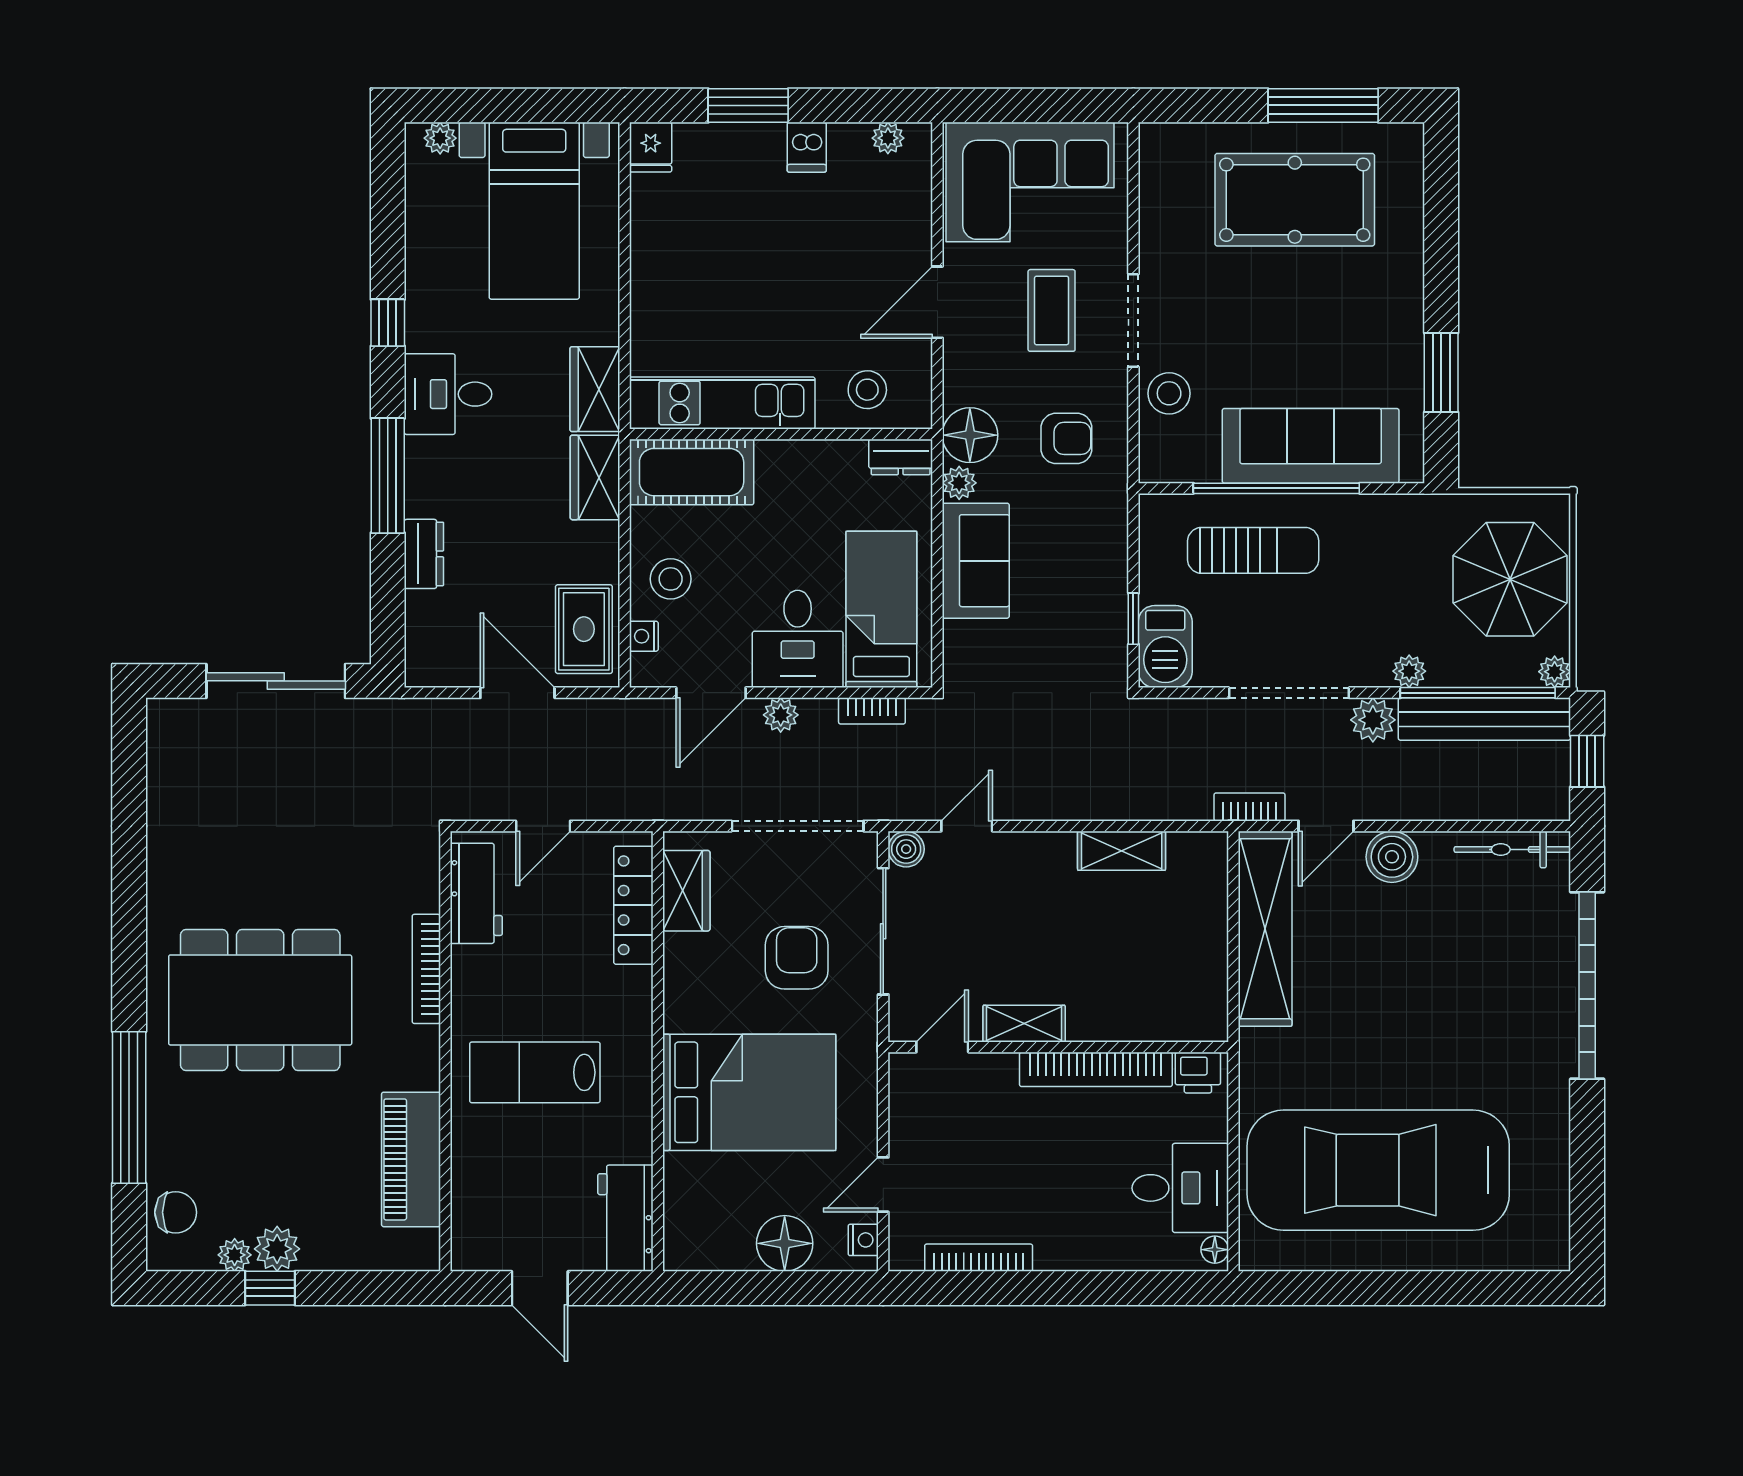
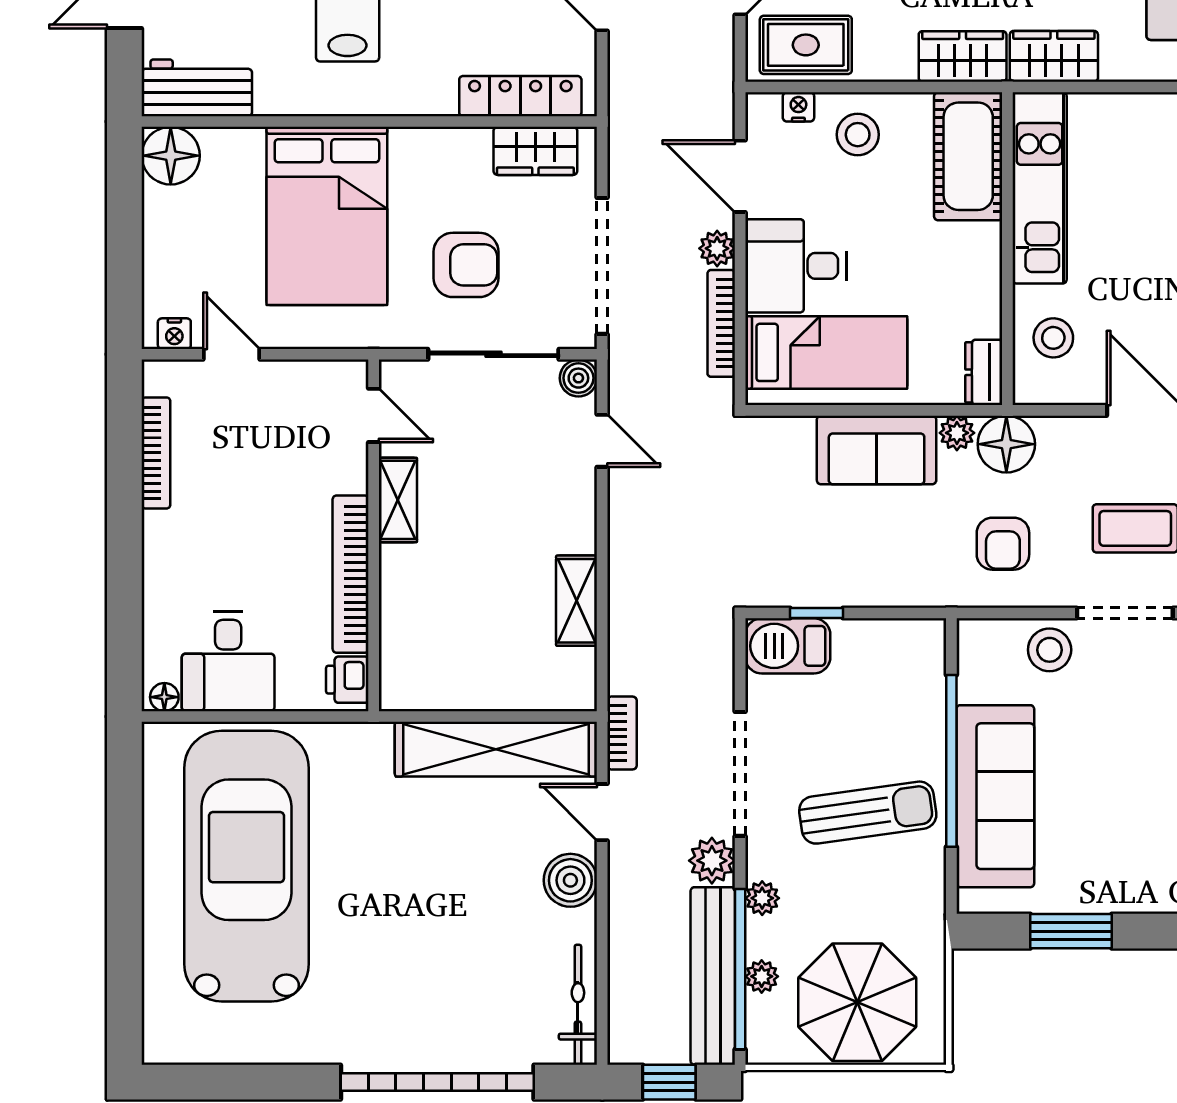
sun lounger: (1253, 550) -> (868, 813), moved, turned -98
plant: (1555, 672) -> (762, 976), moved
bookcase: (872, 711) -> (721, 323), width x1.56
floor lamp: (785, 1243) -> (171, 156), moved

